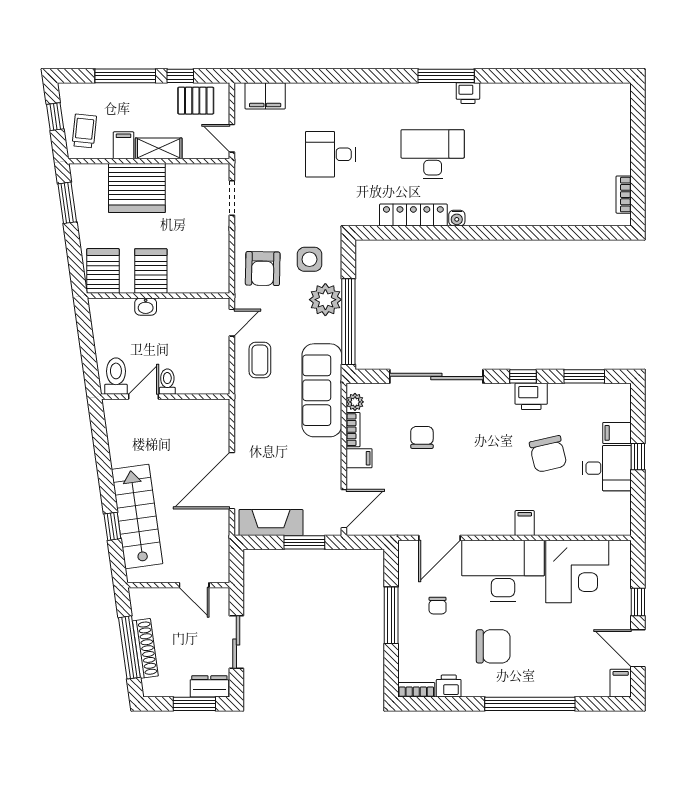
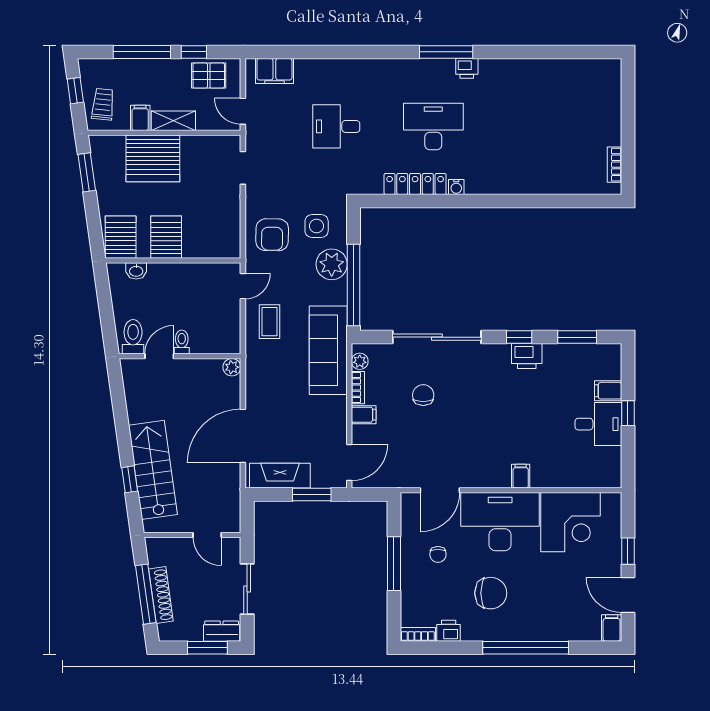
washbasin: (146, 307) -> (136, 271), moved
plant: (220, 408) -> (232, 367), added
chair: (548, 454) -> (543, 411), removed

